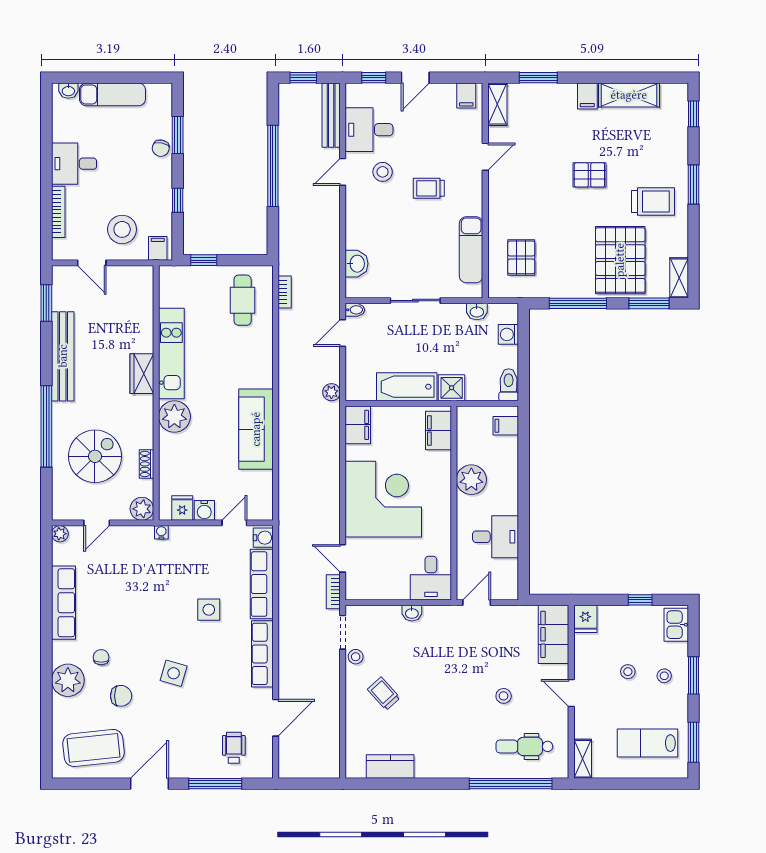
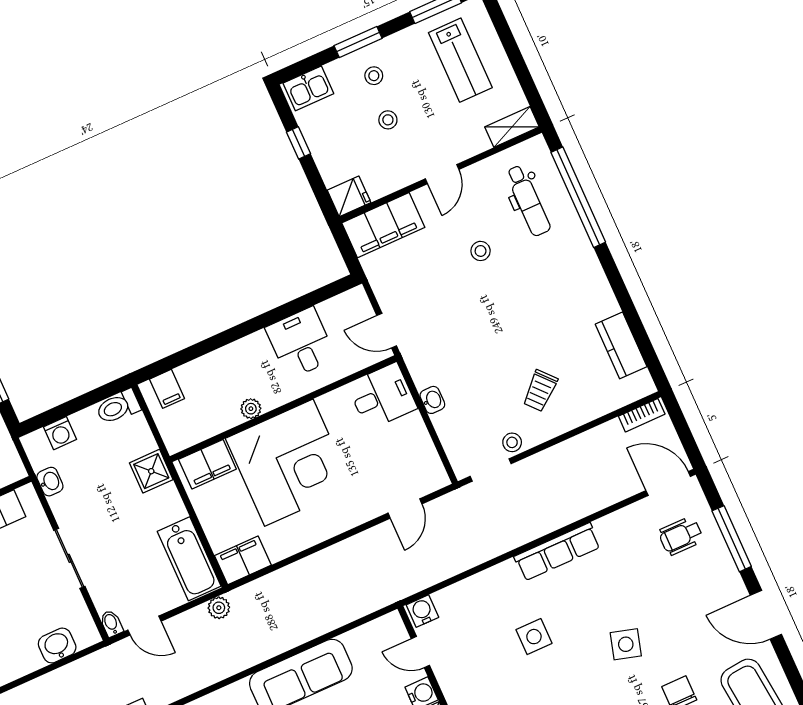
bathtub: (407, 387) -> (189, 559), moved
plant: (471, 480) -> (251, 409), width x0.53, depth x0.53
corner desk: (383, 499) -> (289, 463), moved, turned 180
row of seats: (262, 584) -> (477, 589), removed
bookcase: (333, 592) -> (642, 415), moved
door: (276, 718) -> (668, 483), moved

